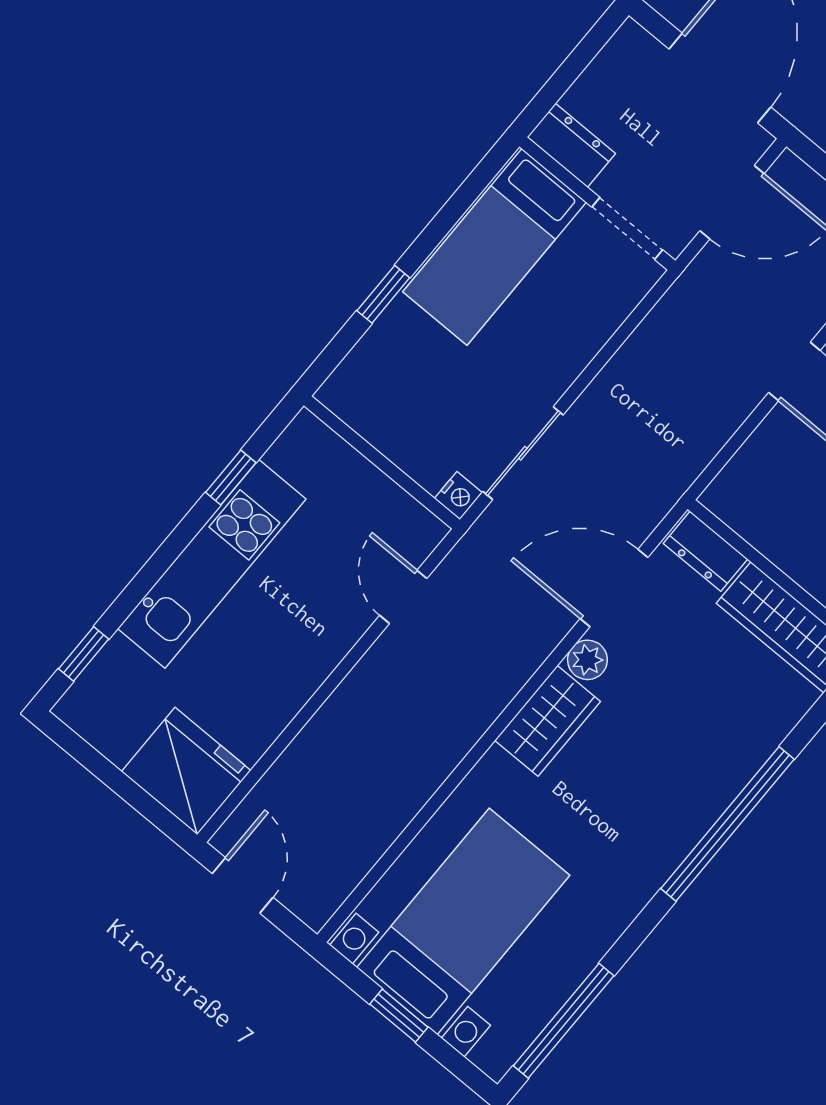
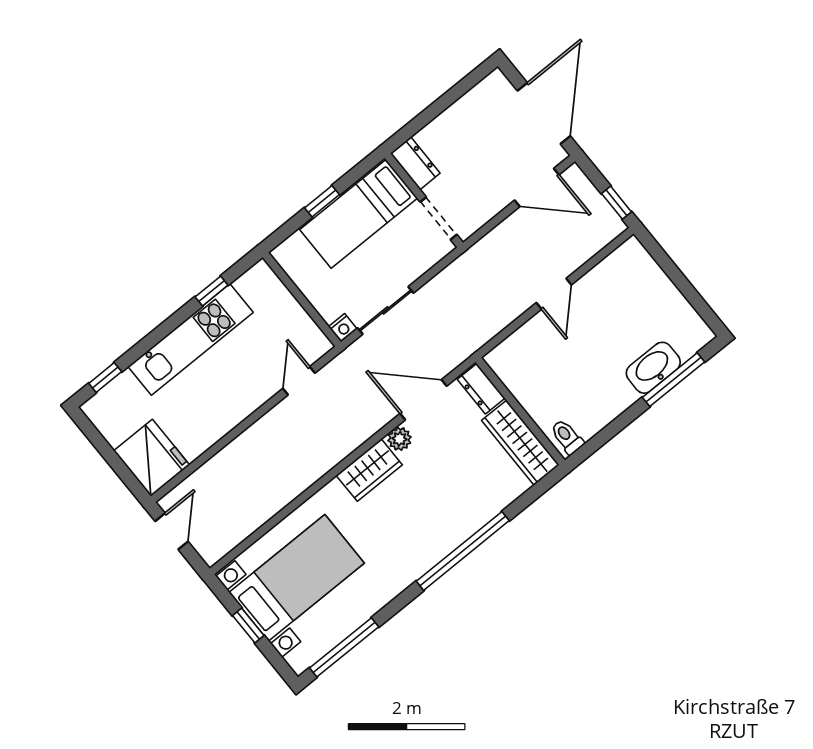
dresser: (571, 145) -> (415, 163), moved
wall: (597, 204) -> (424, 200), moved
doorway: (627, 228) -> (438, 218), moved
bed: (495, 247) -> (359, 214), moved

